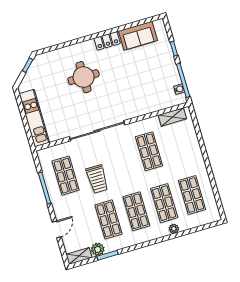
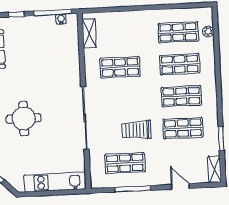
trolley: (97, 179) -> (137, 130), turned 180
plant: (174, 229) -> (208, 31), moved
plant: (98, 249) -> (212, 147), removed

